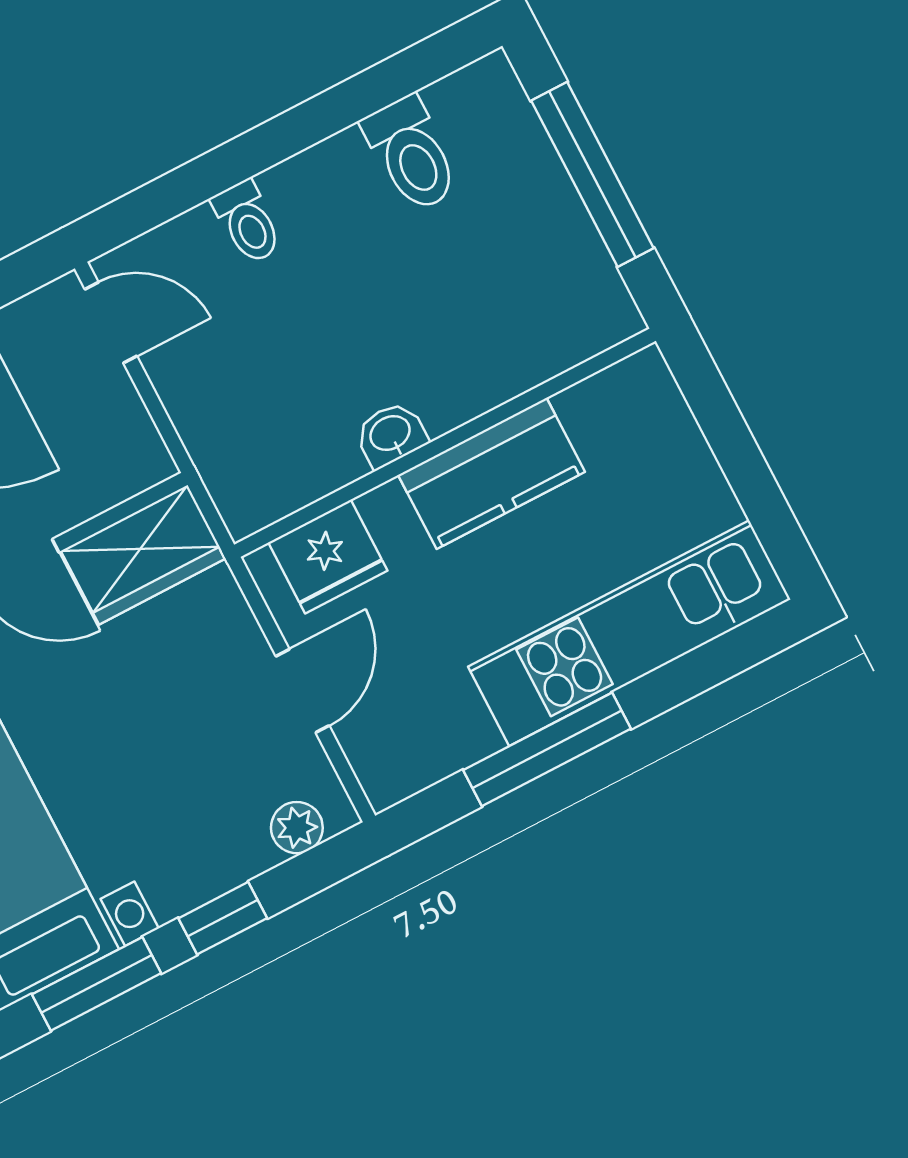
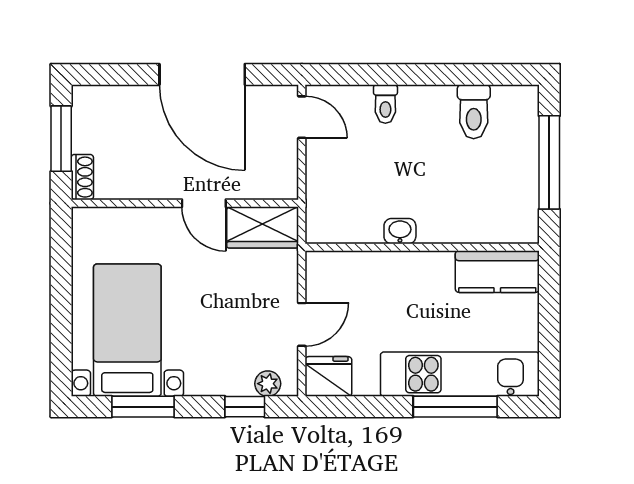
kitchen counter: (492, 473) -> (497, 272), moved
fridge: (328, 556) -> (328, 376), moved, turned 180
window: (547, 749) -> (455, 407), moved
window: (223, 918) -> (245, 407), moved

